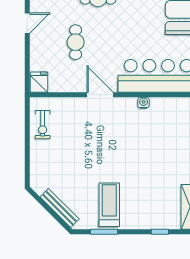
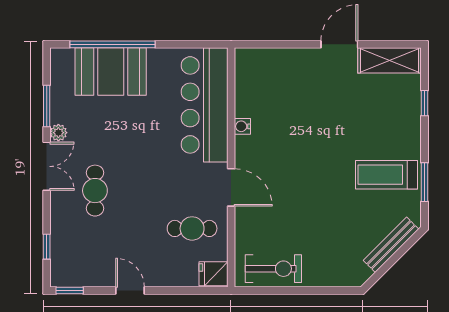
cafe table: (76, 42) -> (192, 228), moved
door: (100, 95) -> (231, 187), swing flipped
exercise bike: (43, 125) -> (273, 269), width x1.38, depth x1.39

